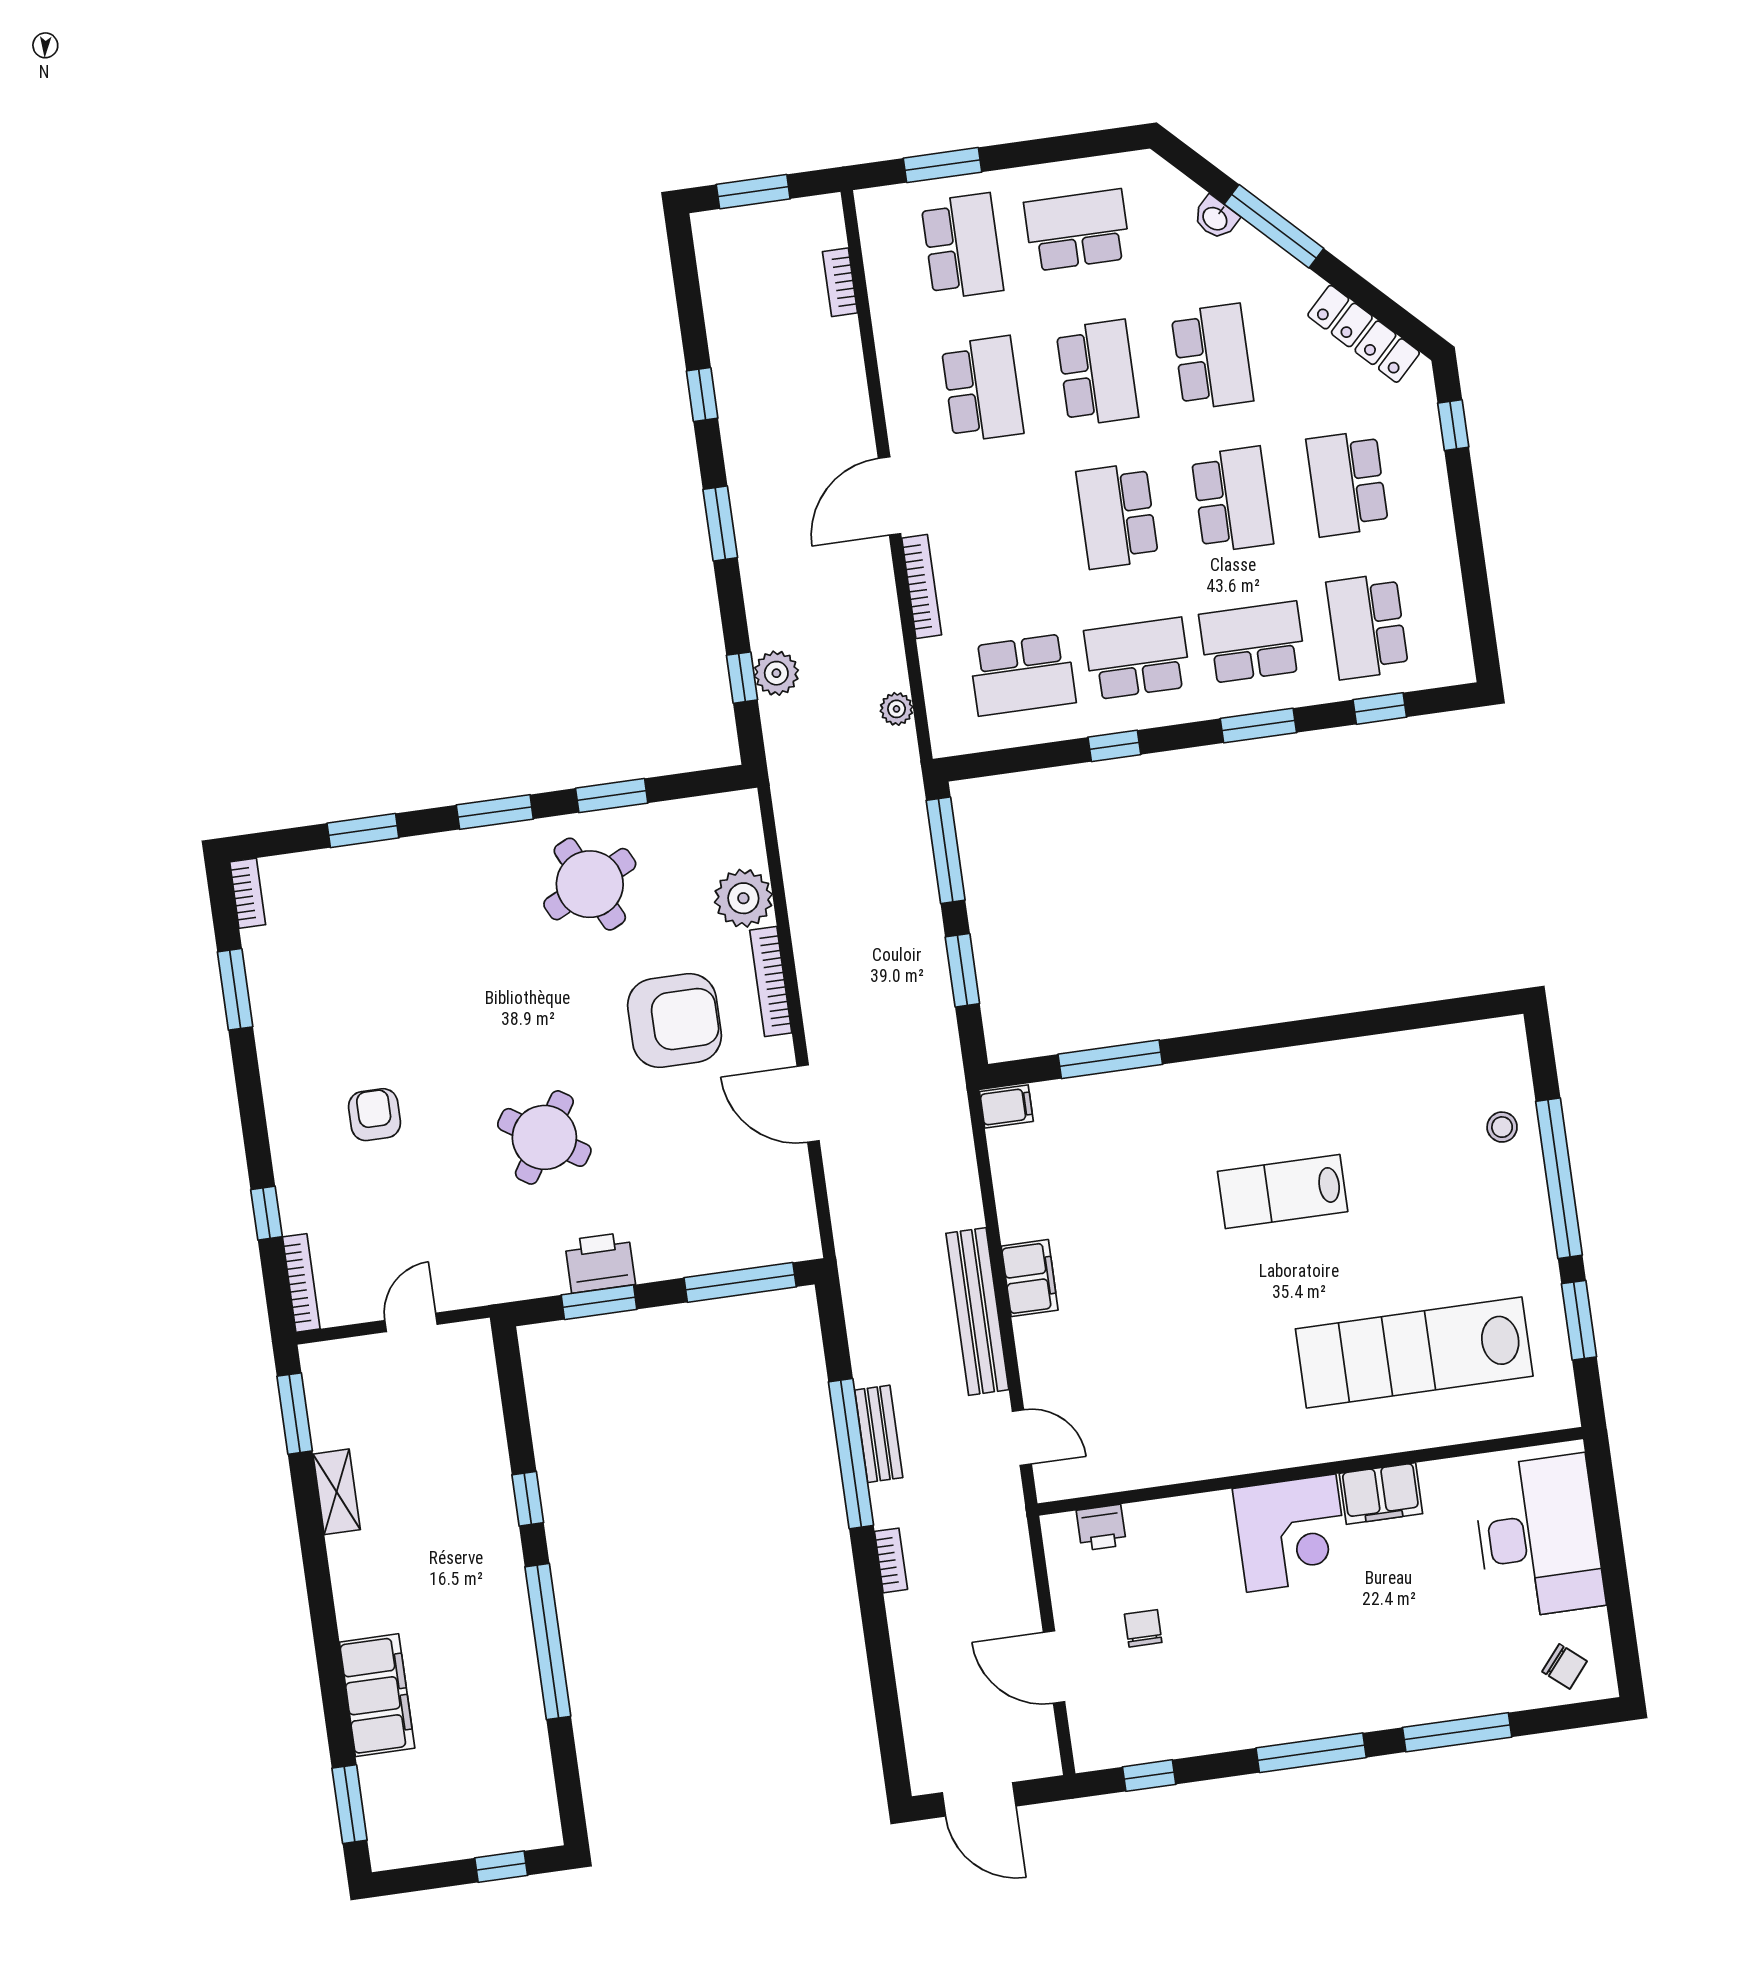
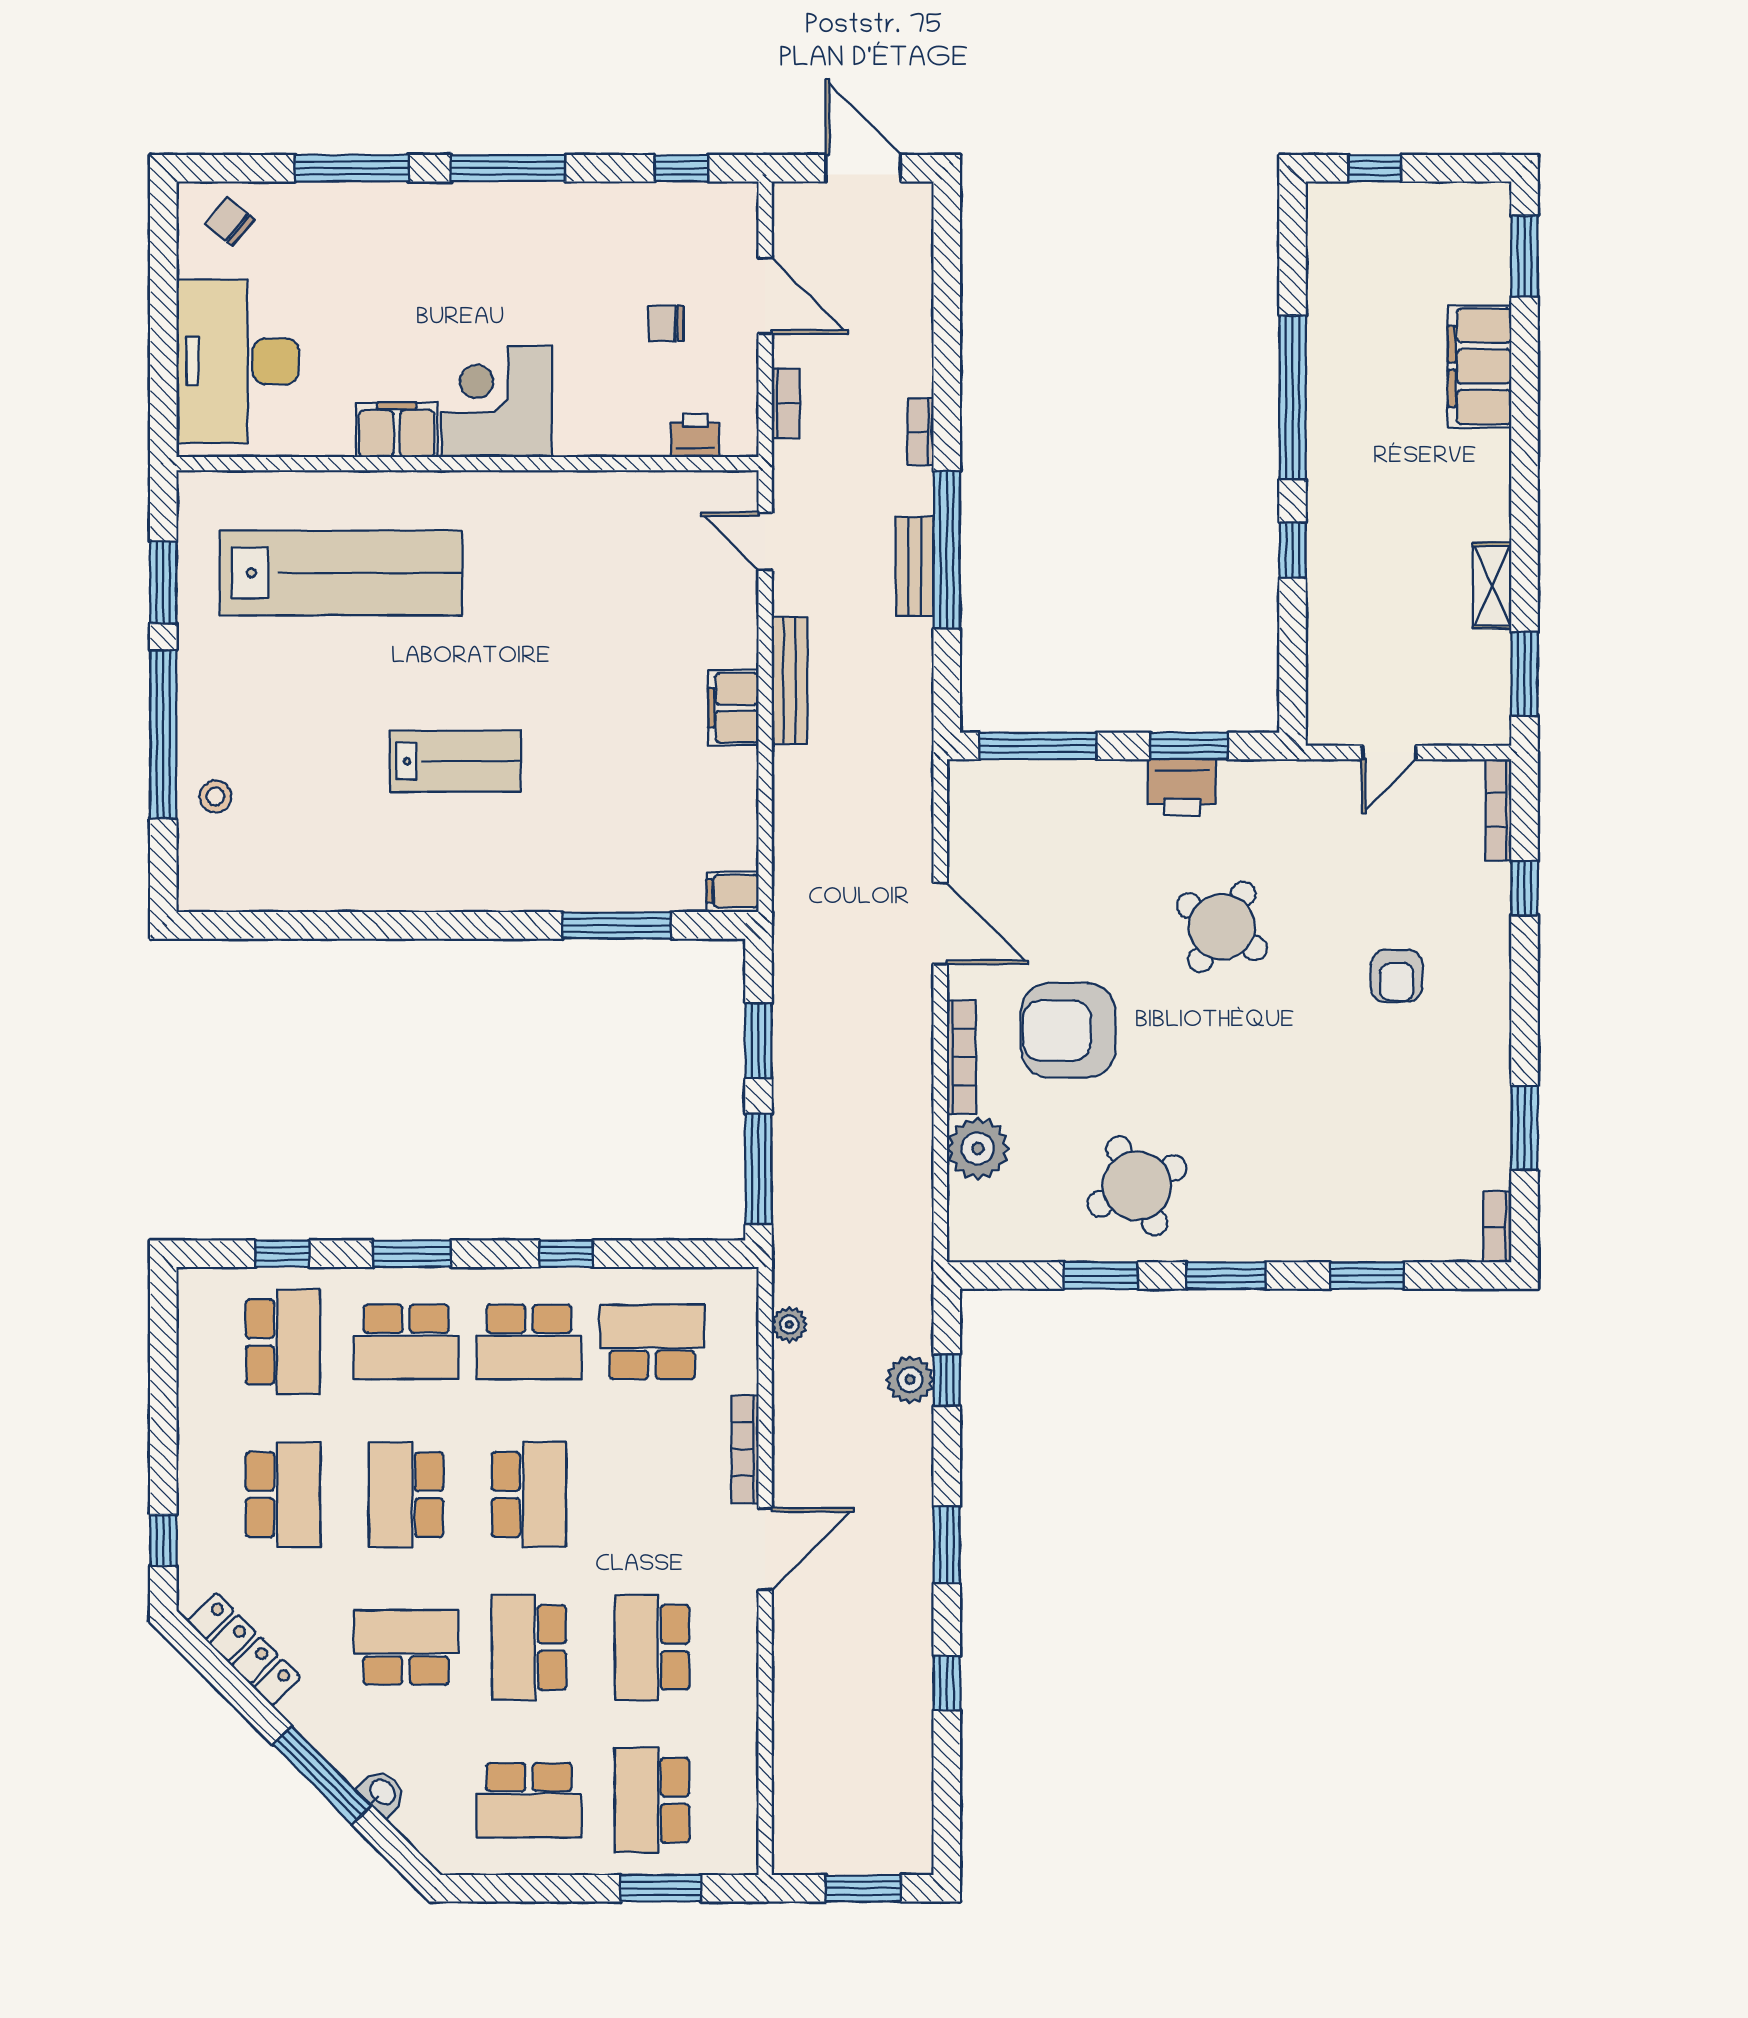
bookcase: (840, 282) -> (786, 403), moved
school desk: (1212, 357) -> (406, 1647), turned 90
bench: (977, 1311) -> (789, 680), width x0.73, depth x0.82
chair: (1143, 1628) -> (666, 324), turned 90

